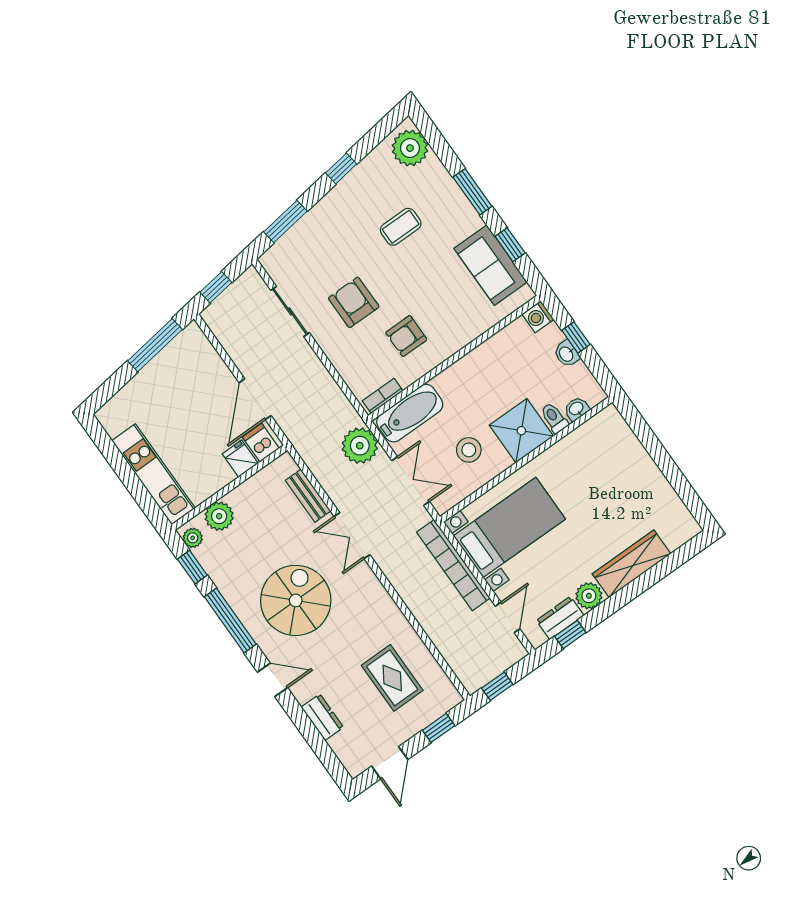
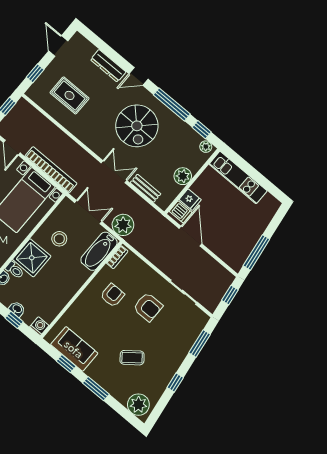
coffee table: (401, 227) -> (132, 358), turned 52
double door: (411, 481) -> (88, 212), swing flipped
plant: (219, 516) -> (183, 176), moved
dresser: (322, 717) -> (108, 66), width x1.44

